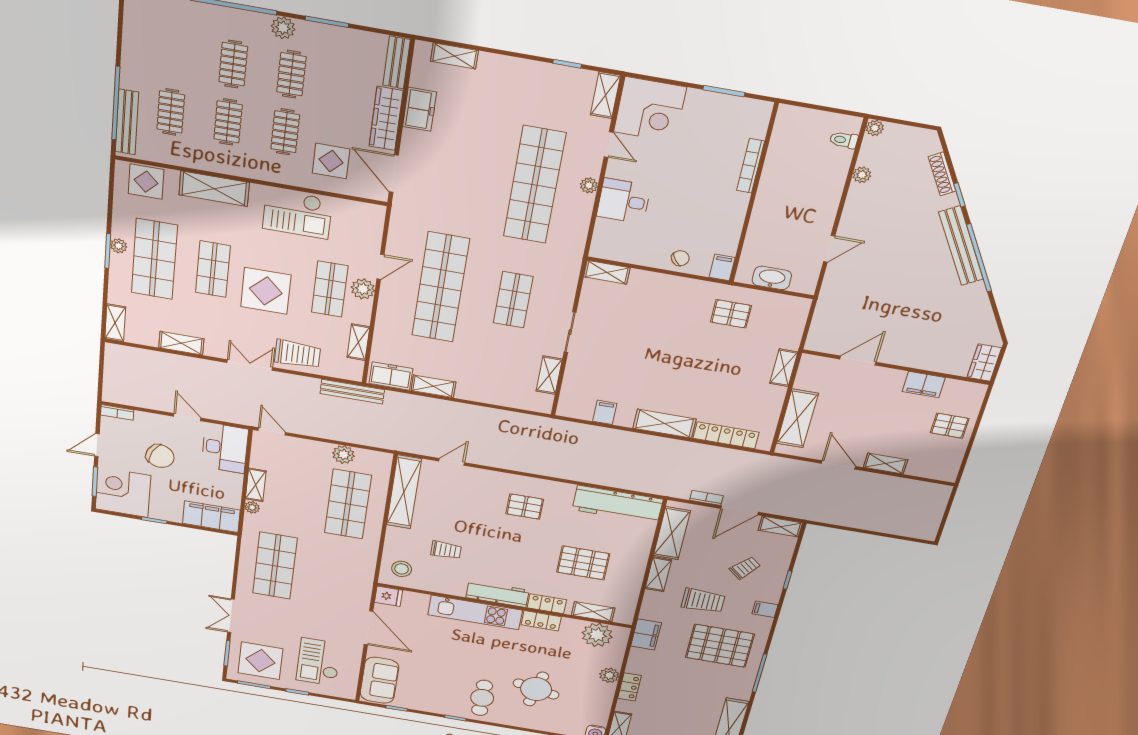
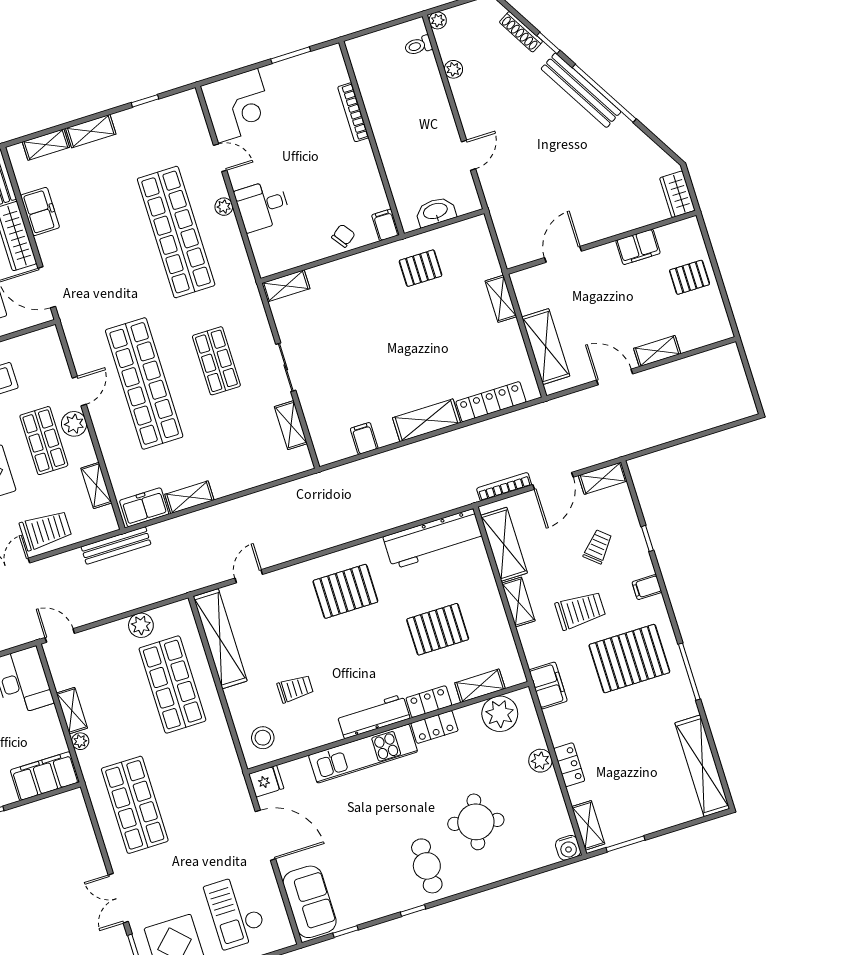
shelving: (605, 95) -> (91, 131), moved, turned 90
bookcase: (706, 498) -> (504, 487), width x1.56
pallet: (525, 507) -> (345, 591), width x1.50, depth x1.42

